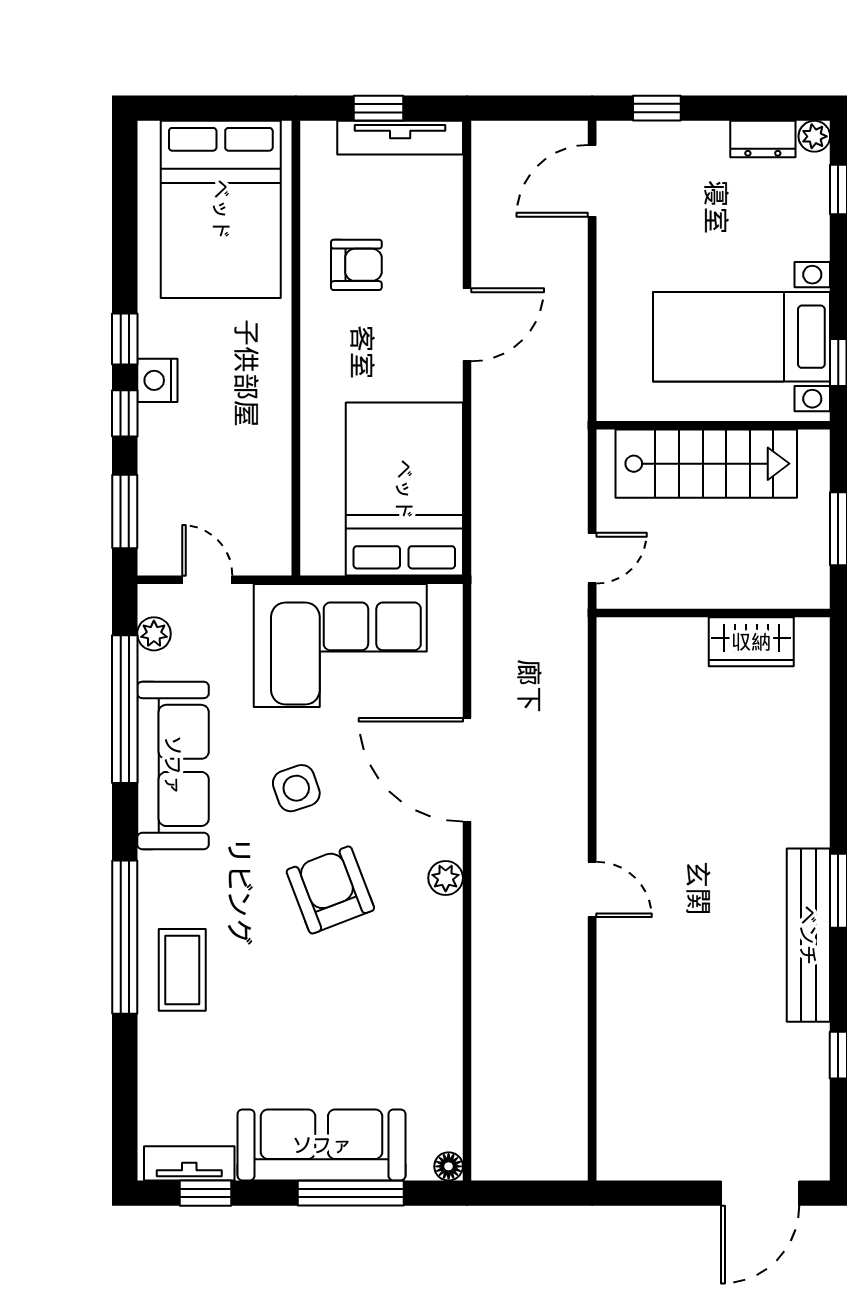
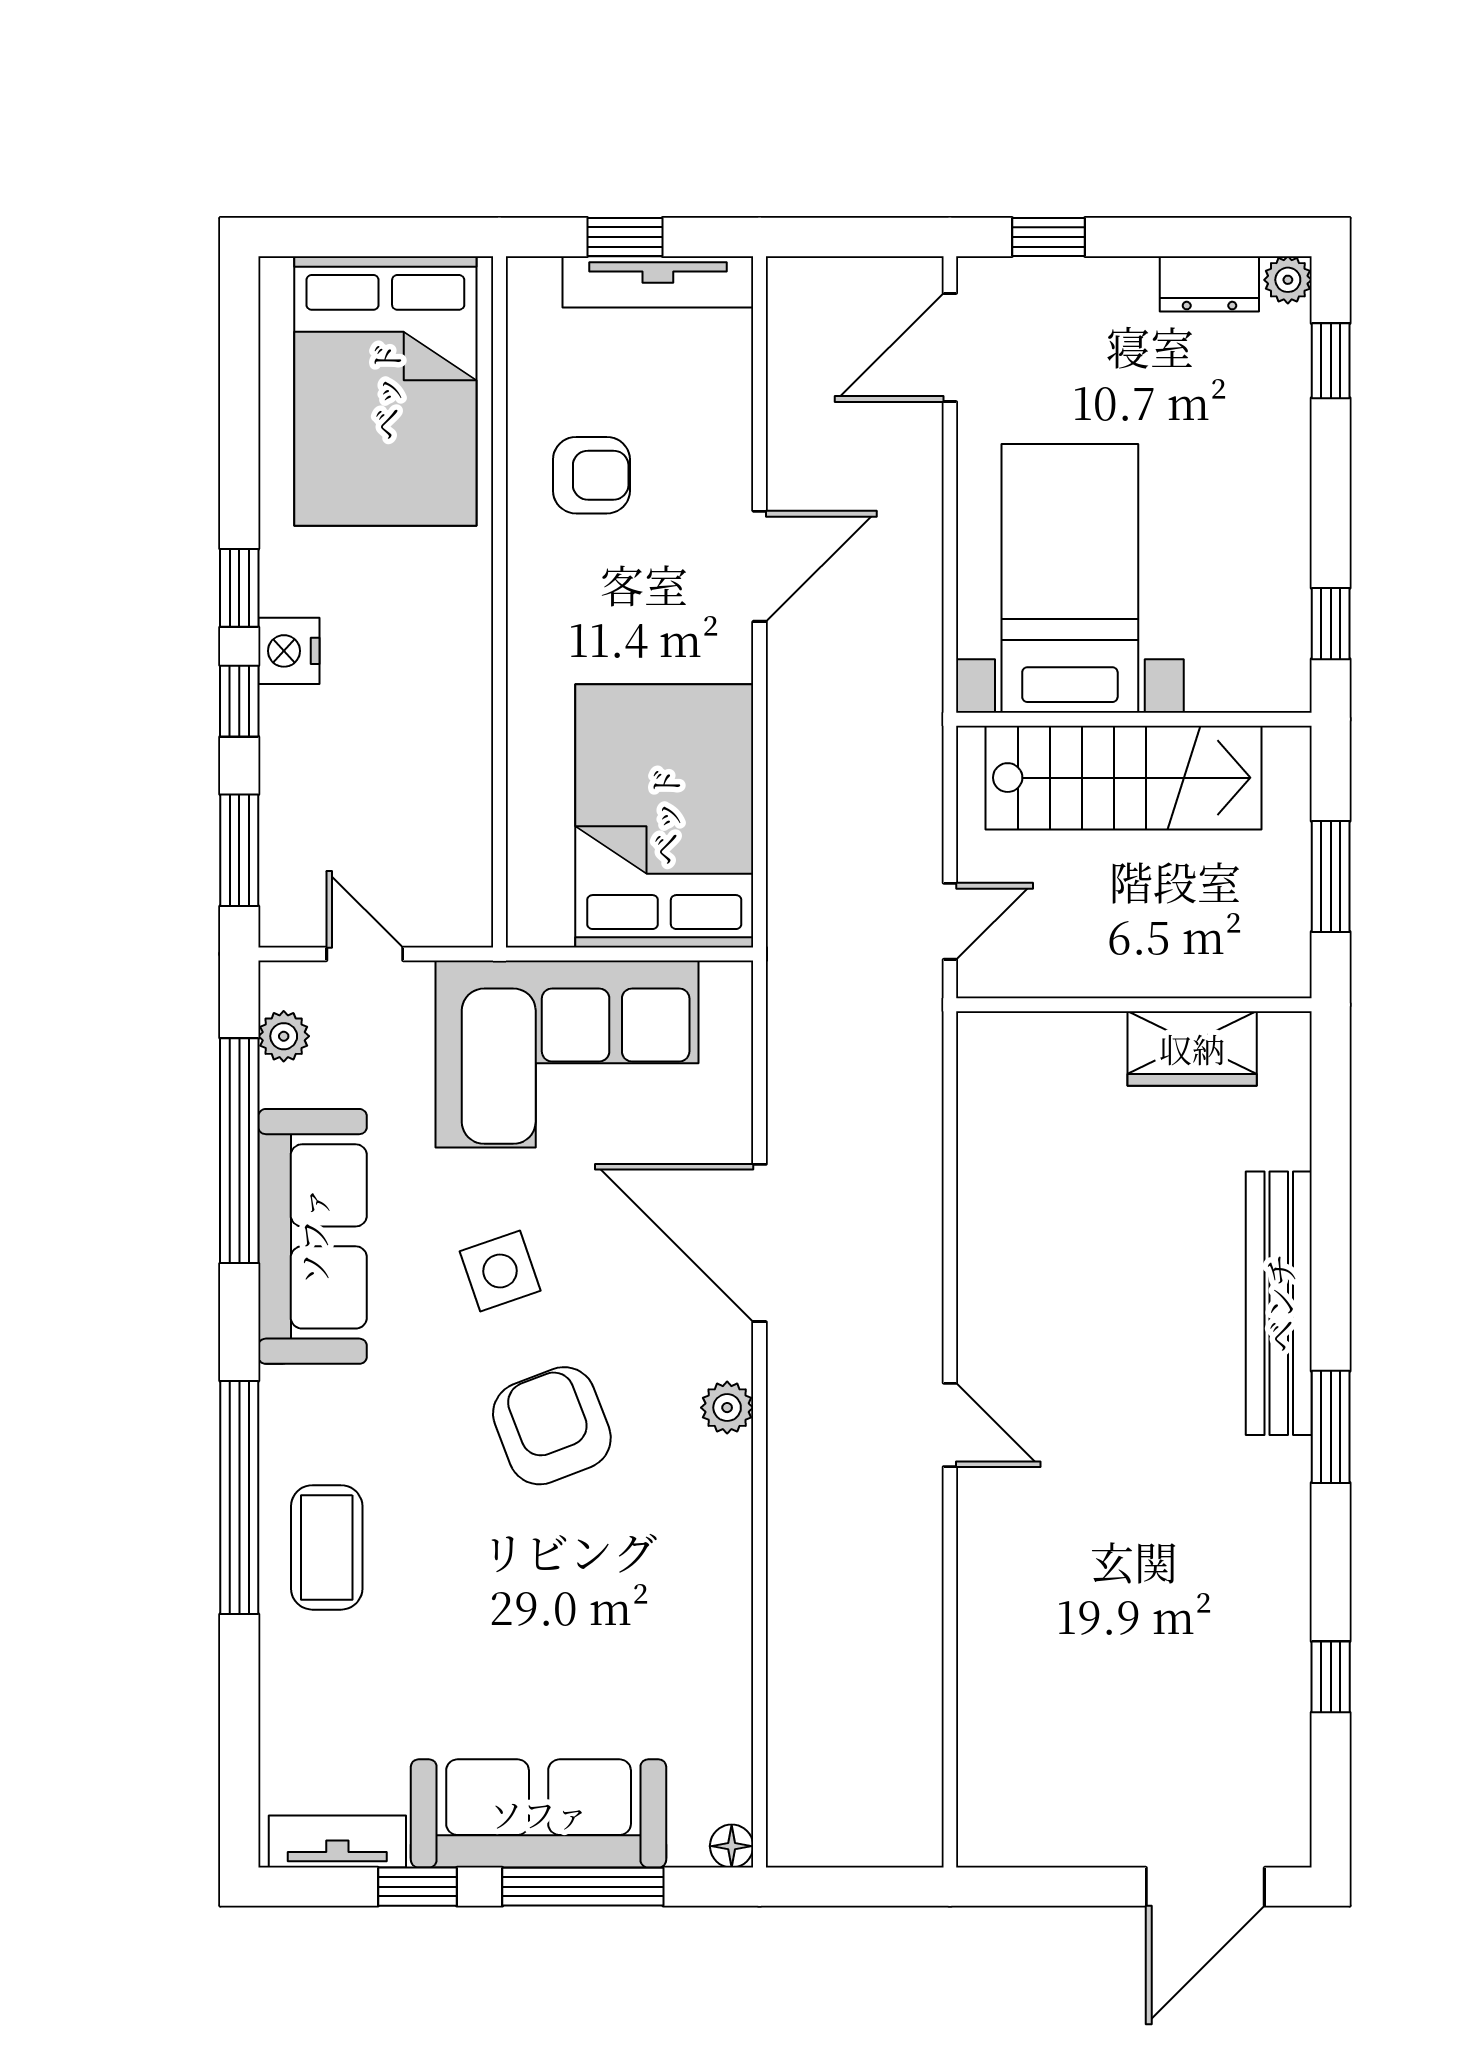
bed with nightstands: (741, 337) -> (1070, 578), moved, turned 90
bench: (808, 935) -> (1279, 1303), moved
window: (205, 1193) -> (417, 1887), moved

